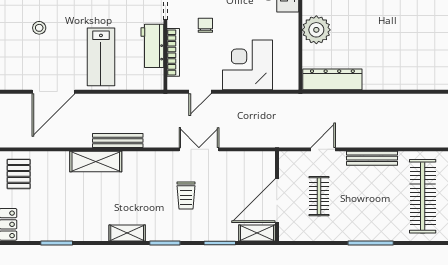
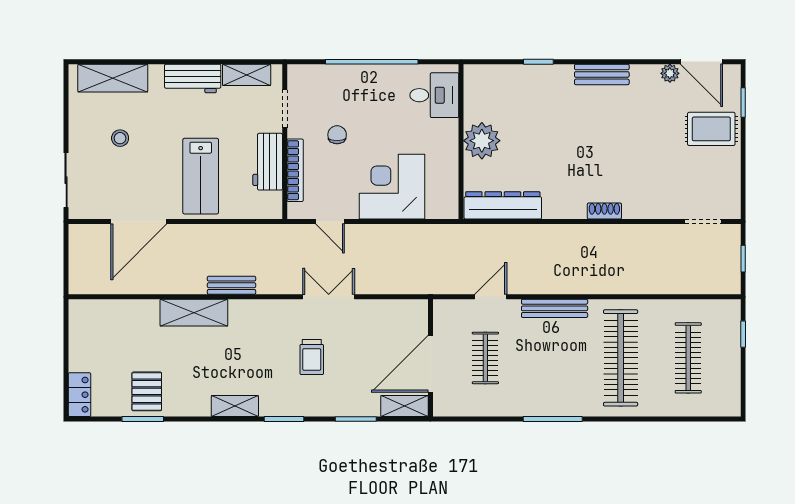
shoe rack: (410, 84) -> (604, 211), added
door: (200, 92) -> (330, 222), hinge flipped
bench: (118, 141) -> (231, 285), width x0.73
pallet: (19, 174) -> (147, 391), moved

